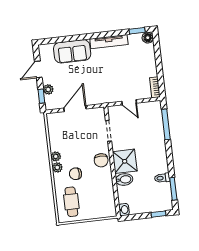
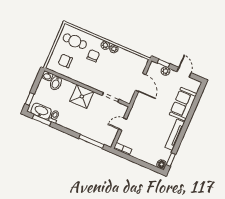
chair: (101, 160) -> (65, 61), moved
bidet: (124, 179) -> (56, 83), moved
washbasin: (164, 195) -> (41, 111), added

